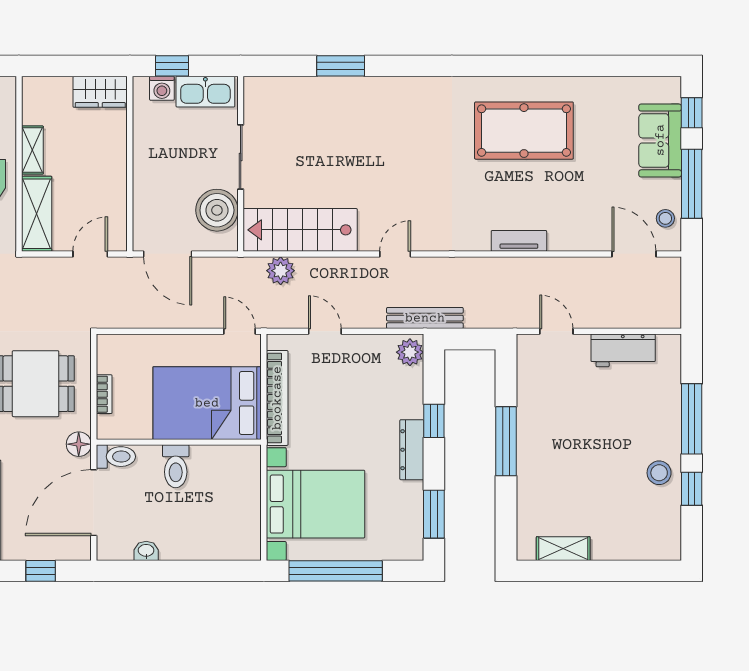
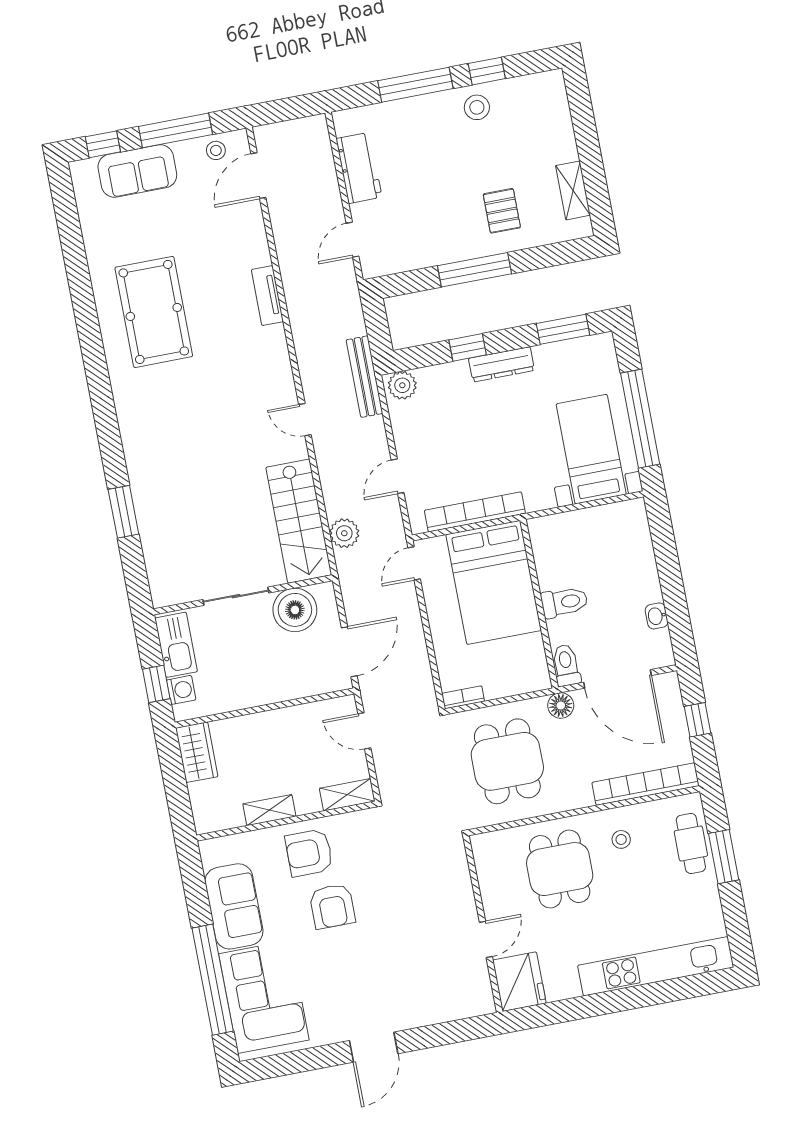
shelving: (37, 214) -> (347, 795), width x0.67, depth x0.75
bookcase: (104, 394) -> (463, 697), moved
pallet: (557, 478) -> (502, 211), added
bed with nightstands: (316, 504) -> (591, 449), width x0.73

